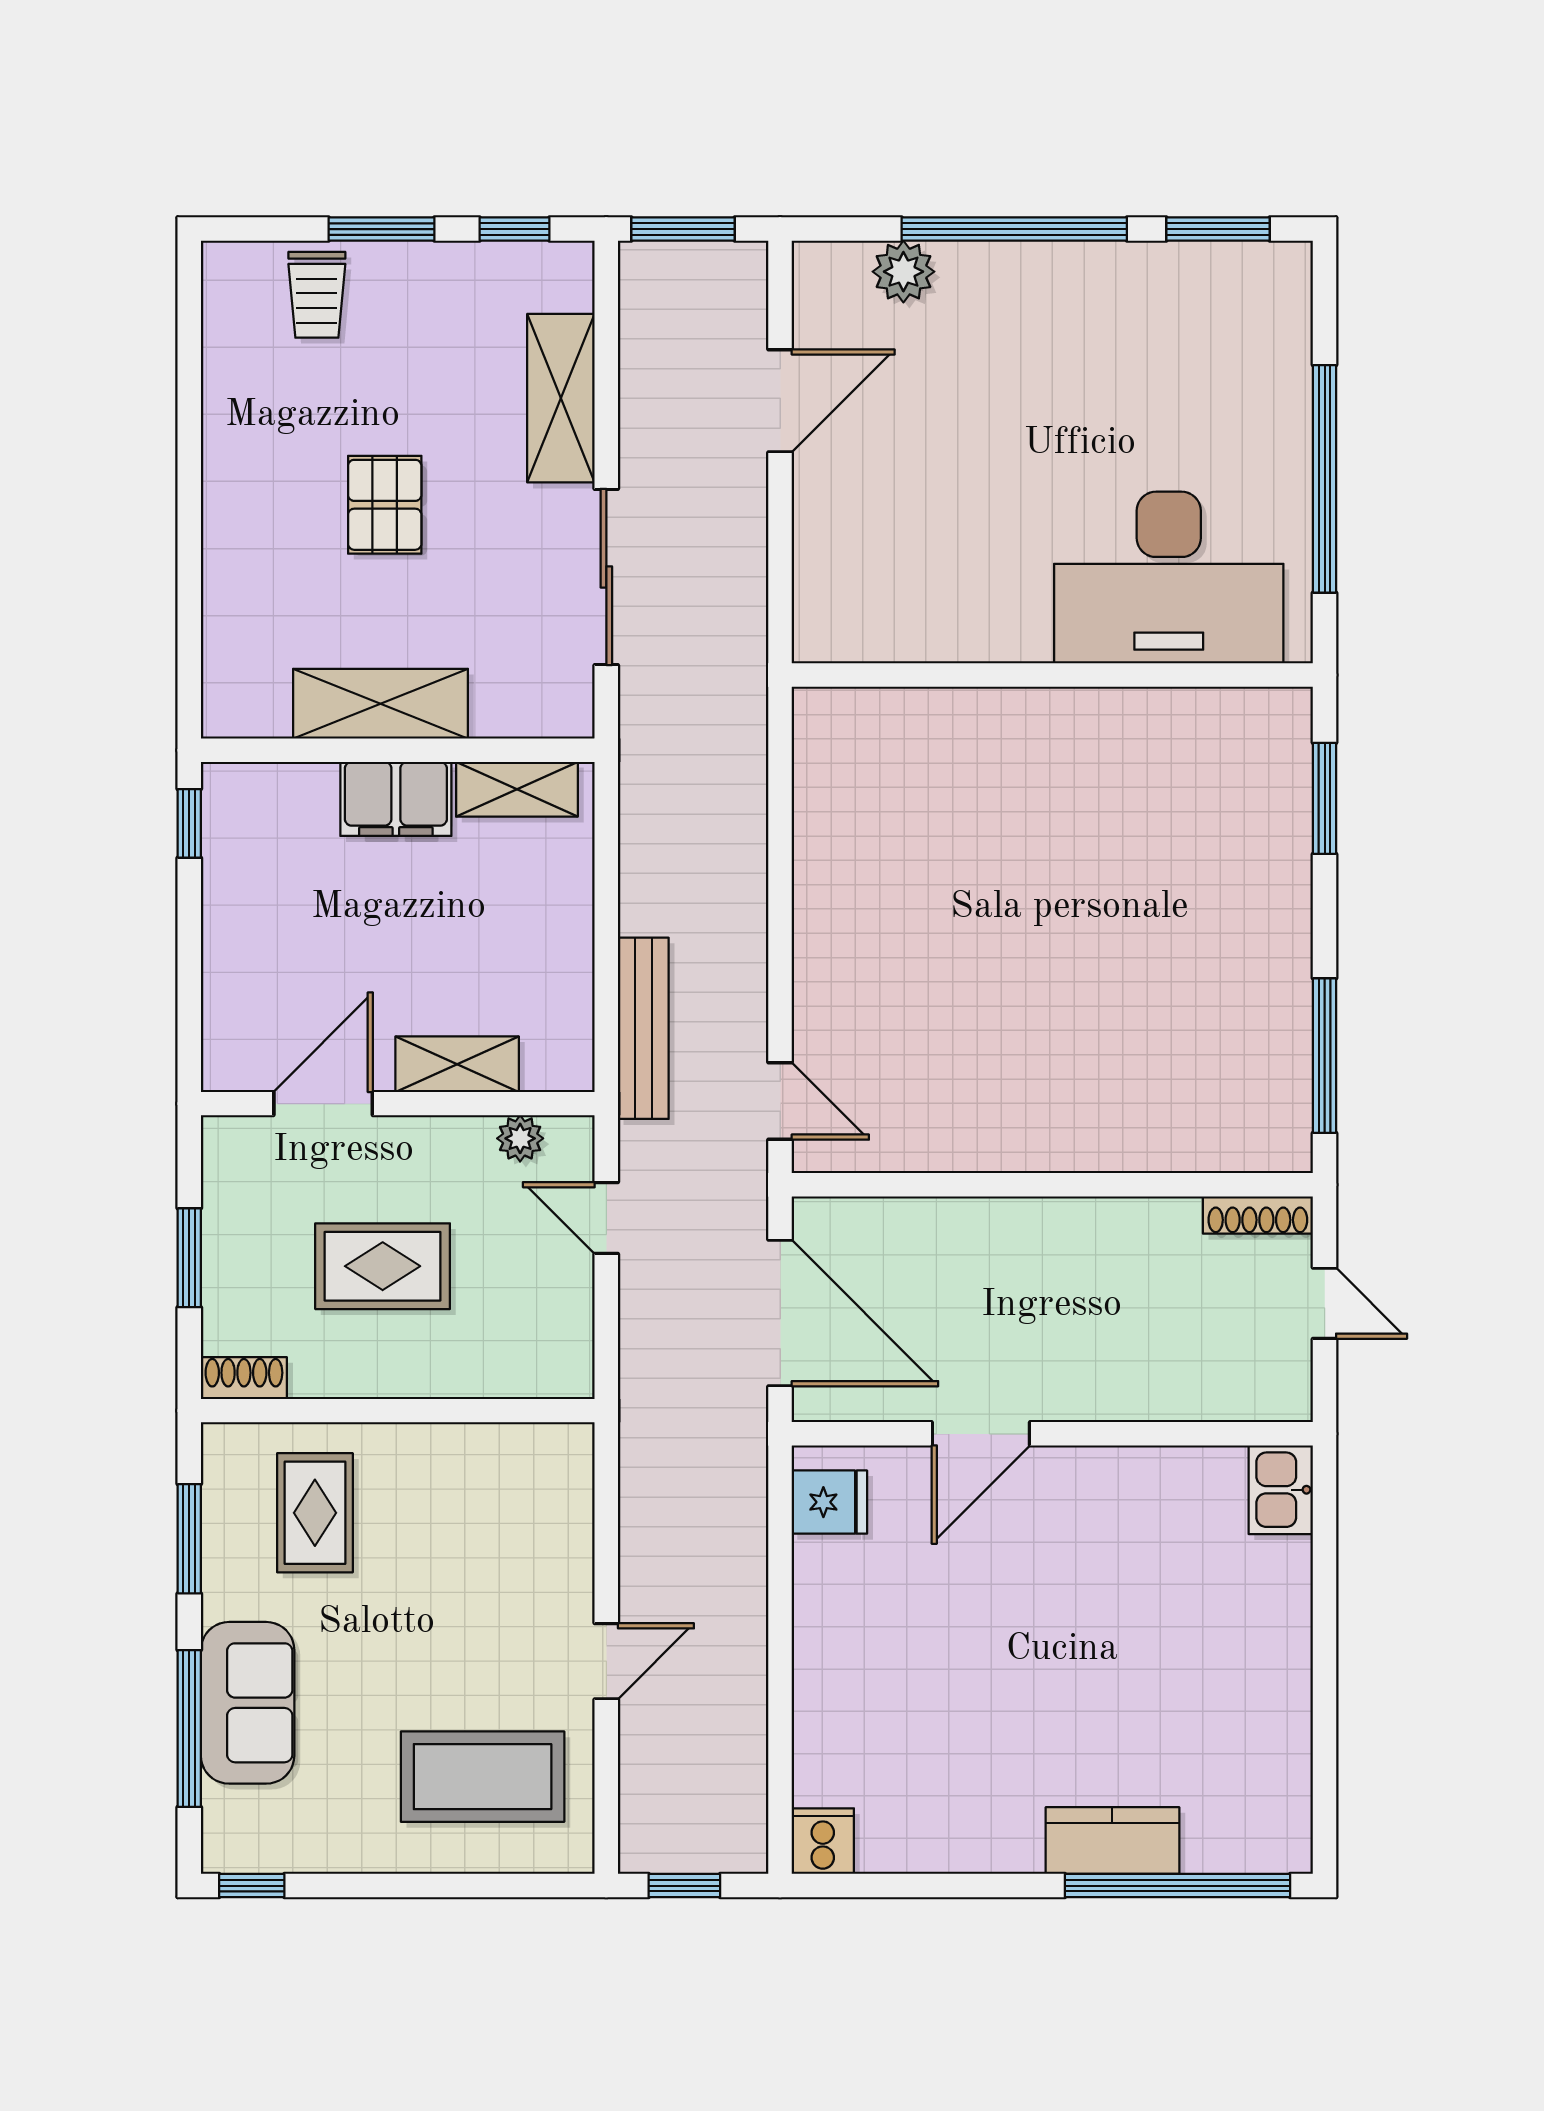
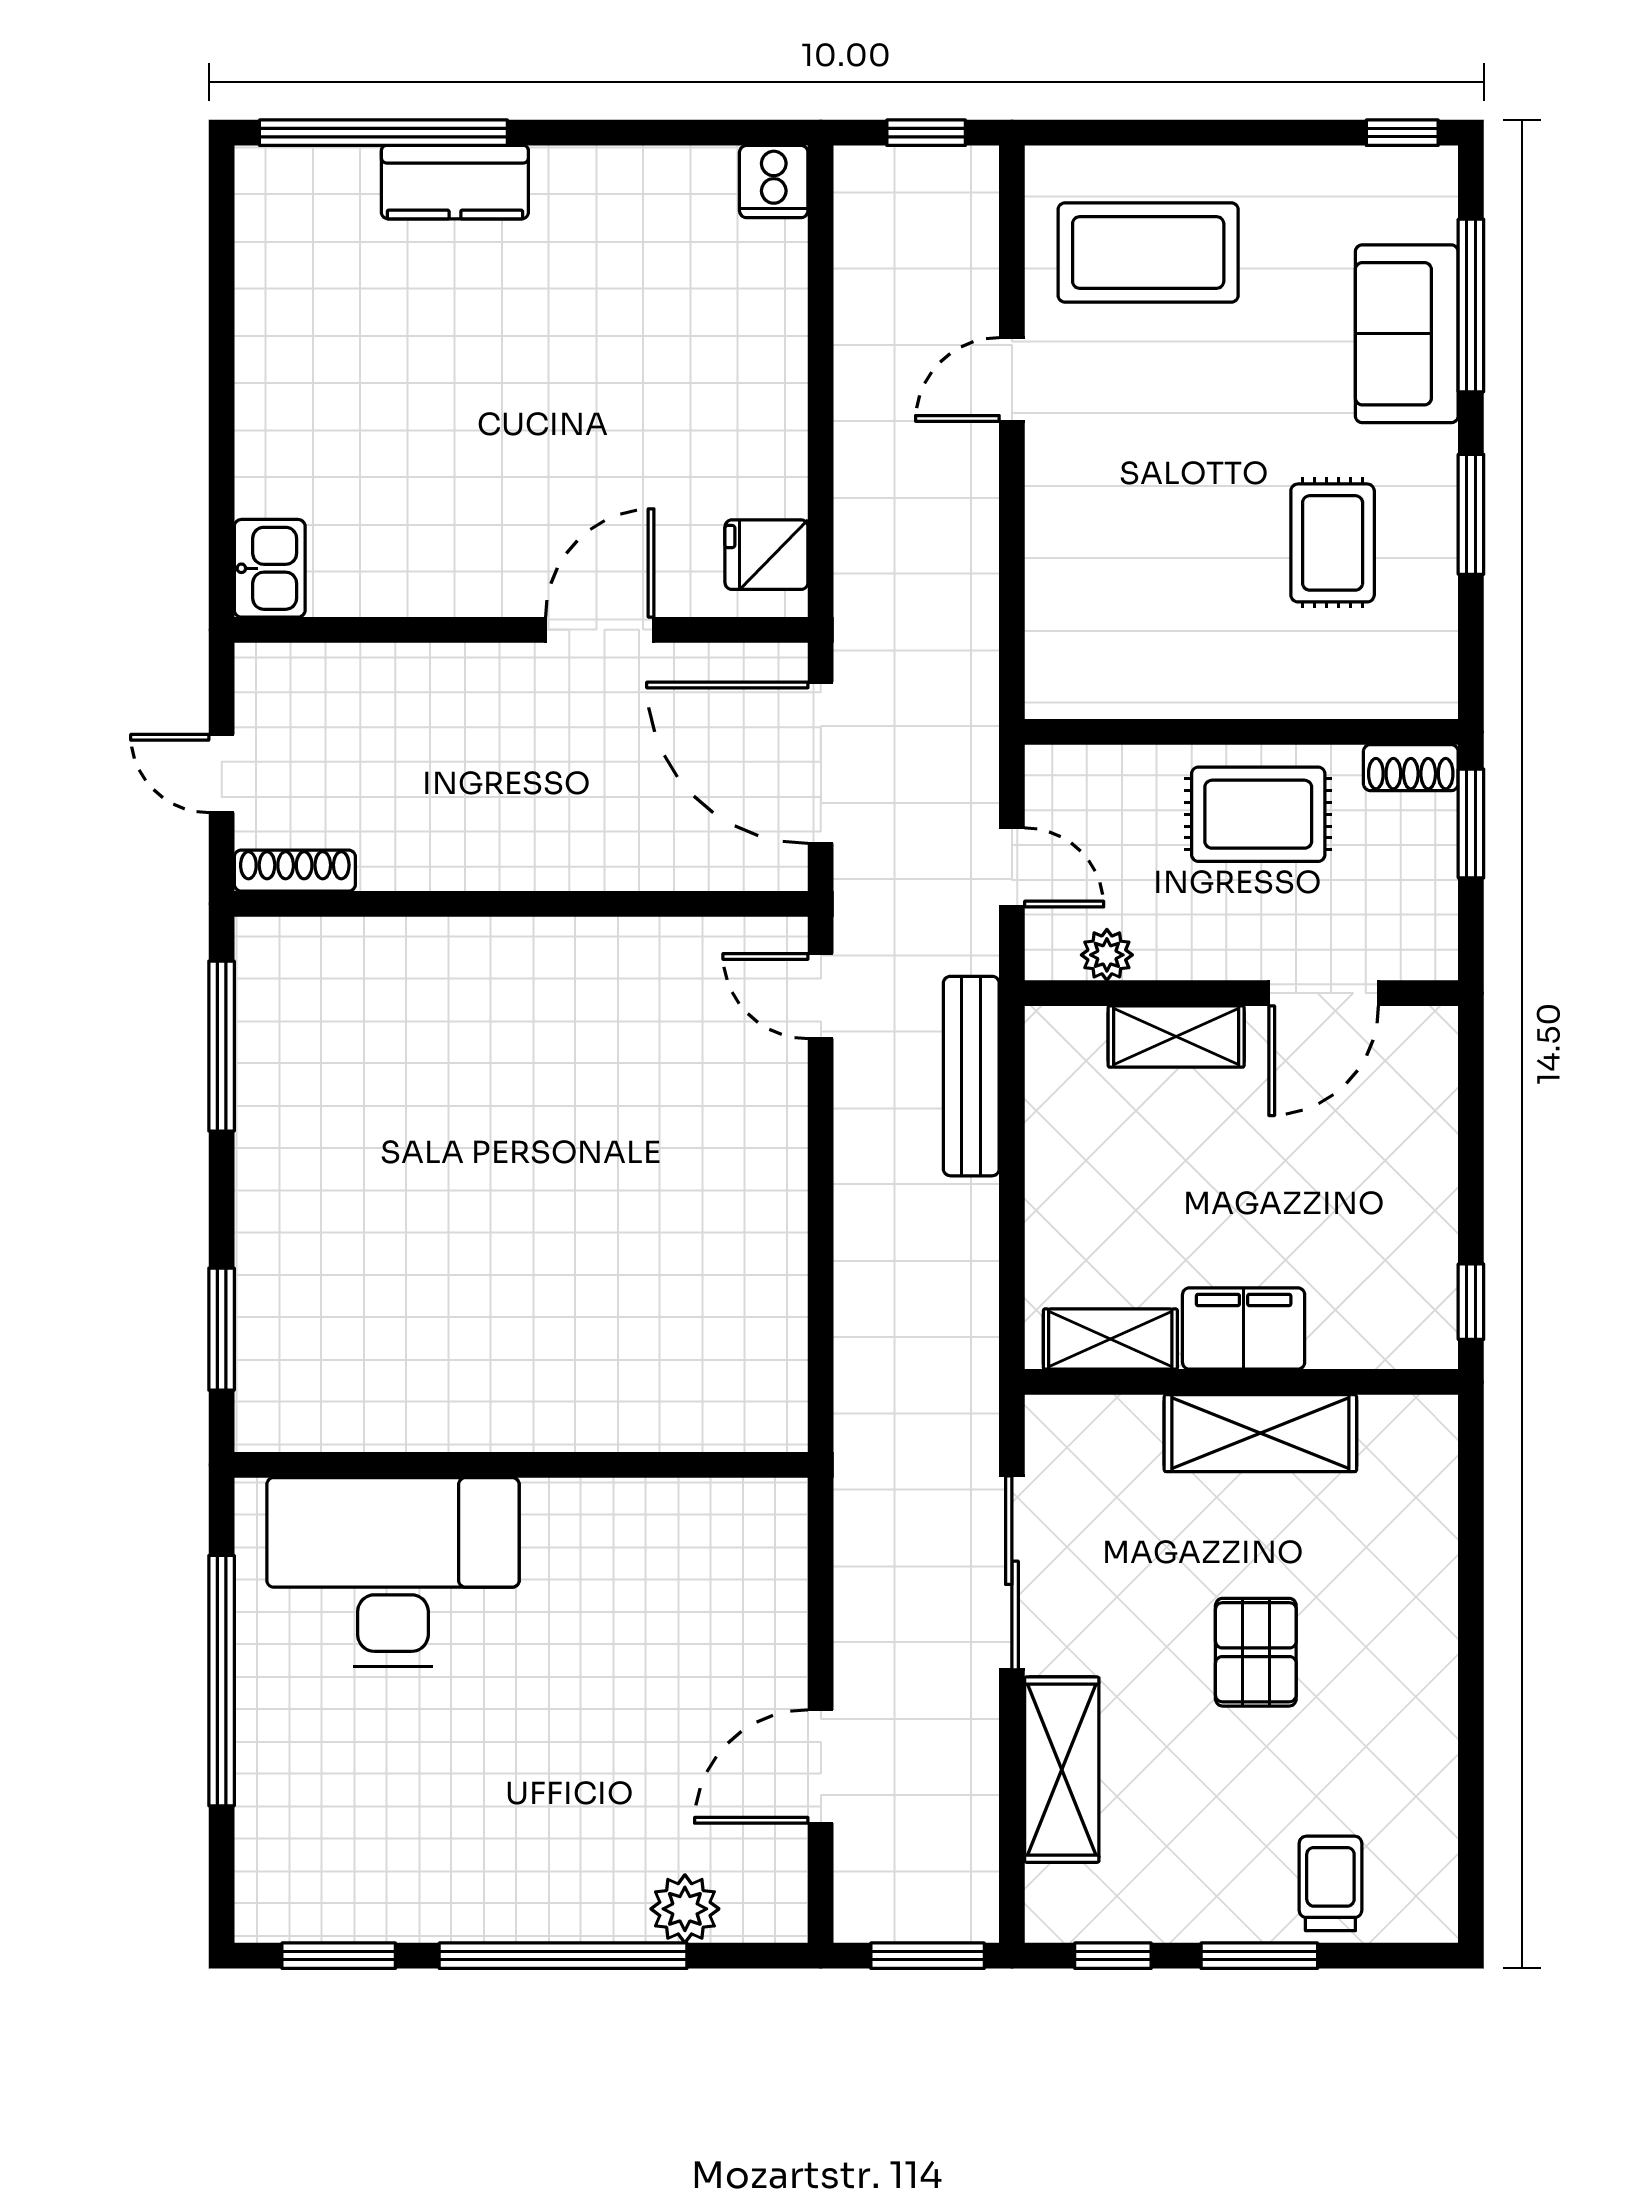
shoe rack: (244, 1378) -> (1411, 768), moved
wall: (398, 1411) -> (1241, 732), moved

